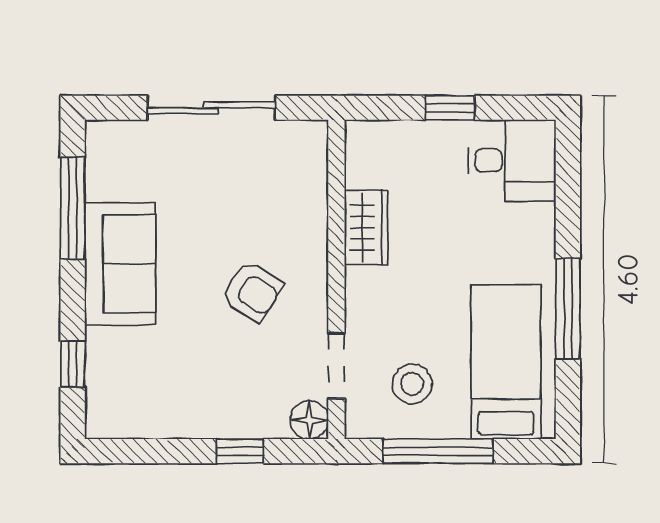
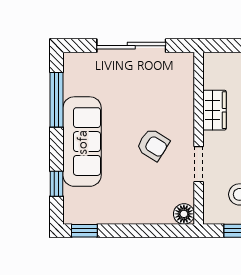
sofa: (120, 264) -> (82, 142), width x1.36
doorway: (336, 366) -> (199, 164), moved
window: (240, 451) -> (84, 231), moved

